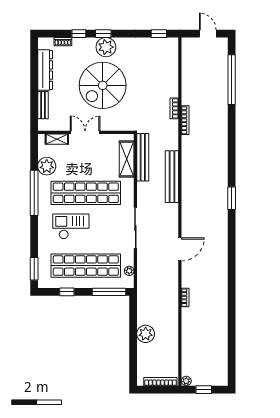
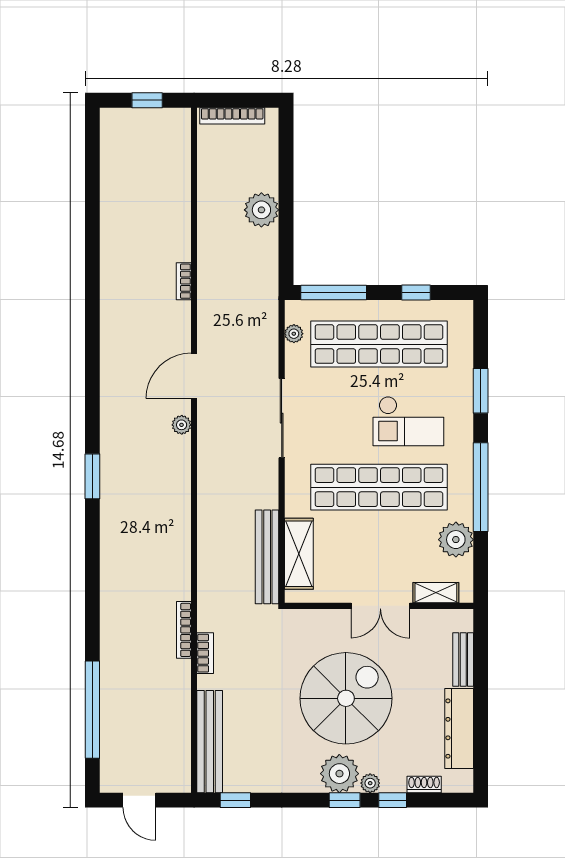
plant: (90, 42) -> (370, 783), added
bench: (172, 177) -> (210, 742), moved
window: (34, 269) -> (481, 391), moved
plant: (186, 381) -> (182, 425), moved

